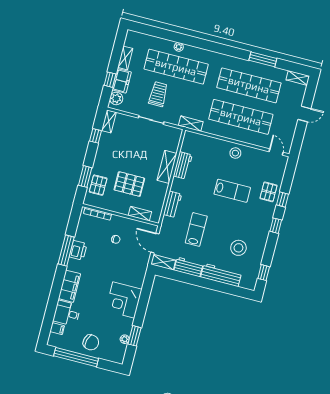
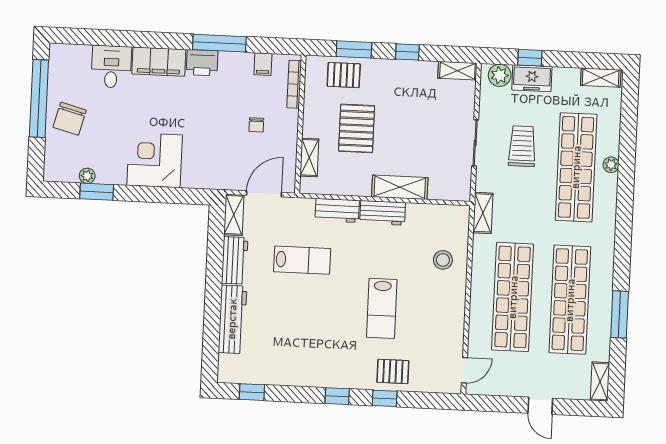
shelving: (125, 58) -> (601, 78), moved
trolley: (158, 94) -> (522, 146), turned -90
window: (96, 136) -> (407, 52), moved
stool: (235, 153) -> (443, 260), moved
workbench: (183, 165) -> (383, 213), moved
stool: (238, 248) -> (286, 340), removed
printer: (78, 250) -> (202, 63), moved
filing cabinet: (57, 329) -> (263, 64), moved

